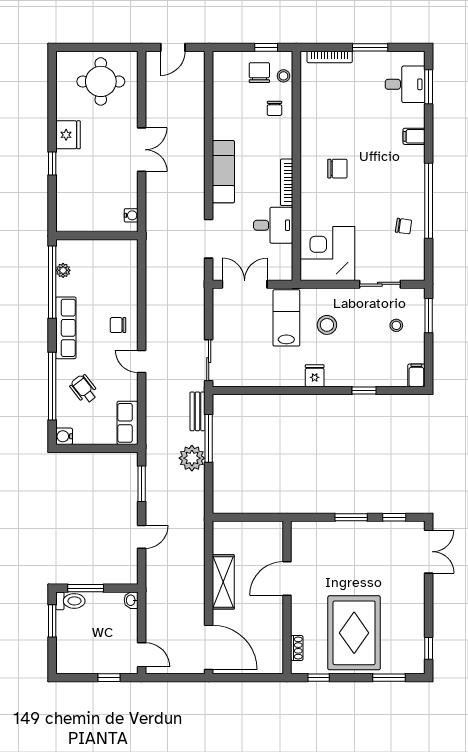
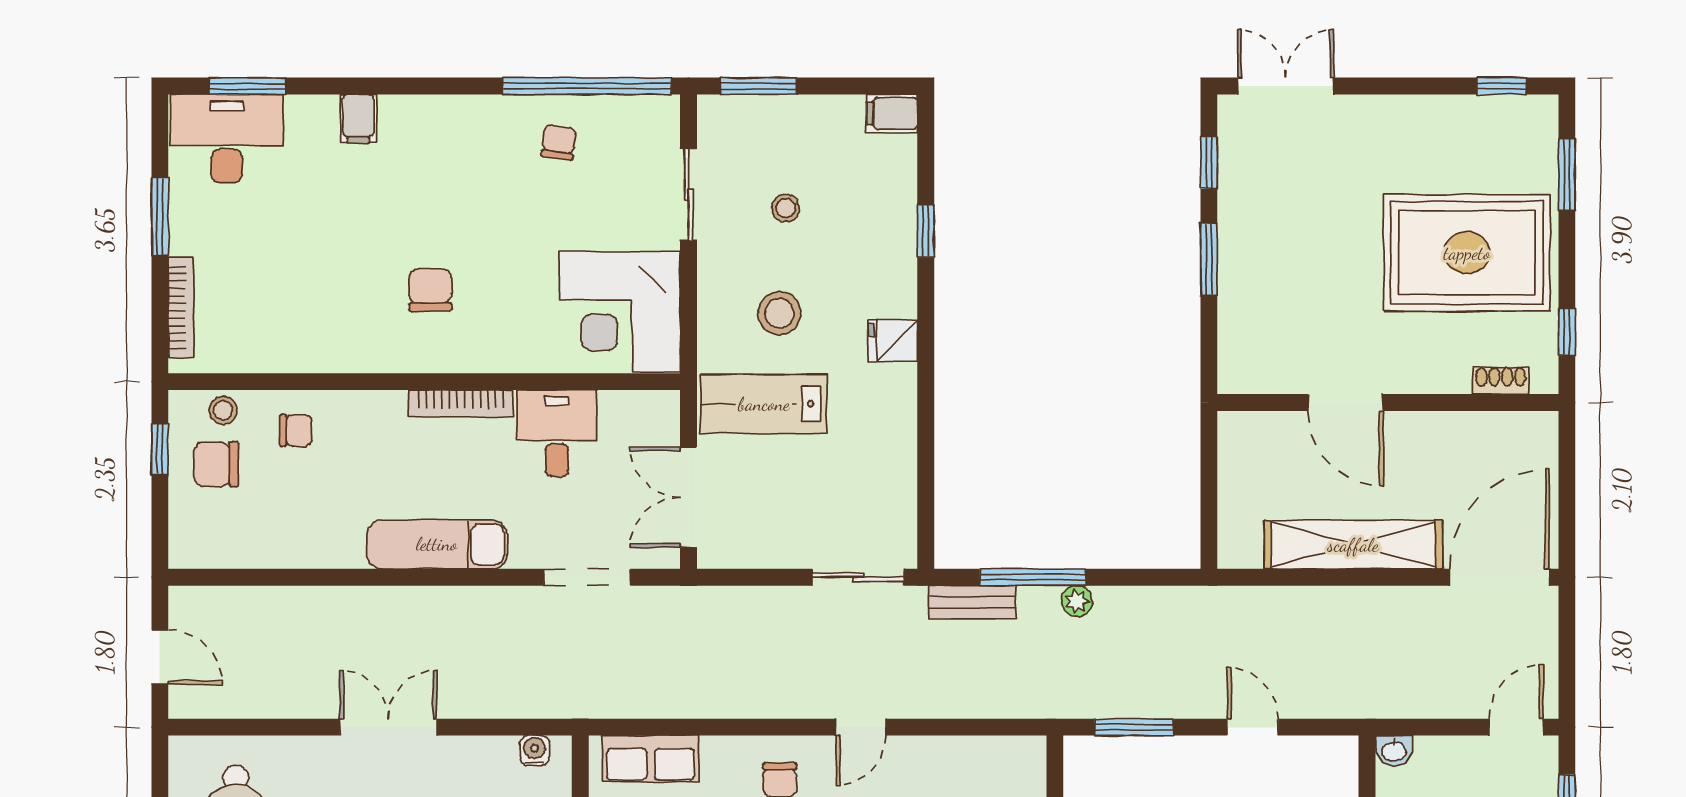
desk: (405, 84) -> (227, 139), width x1.37
window: (429, 201) -> (587, 86), moved
stool: (396, 325) -> (785, 208), moved
row of seats: (127, 423) -> (651, 759), moved
plant: (192, 458) -> (1077, 601), width x0.53, depth x0.53
shelving: (223, 582) -> (1353, 545), width x1.47

